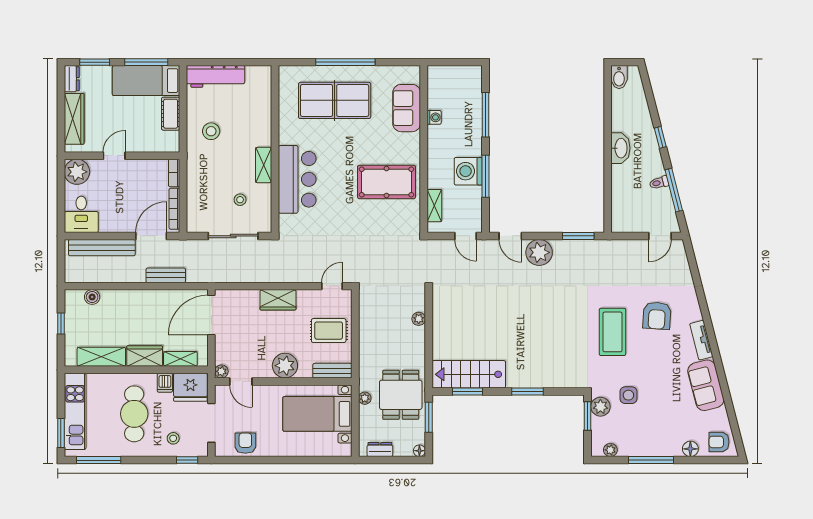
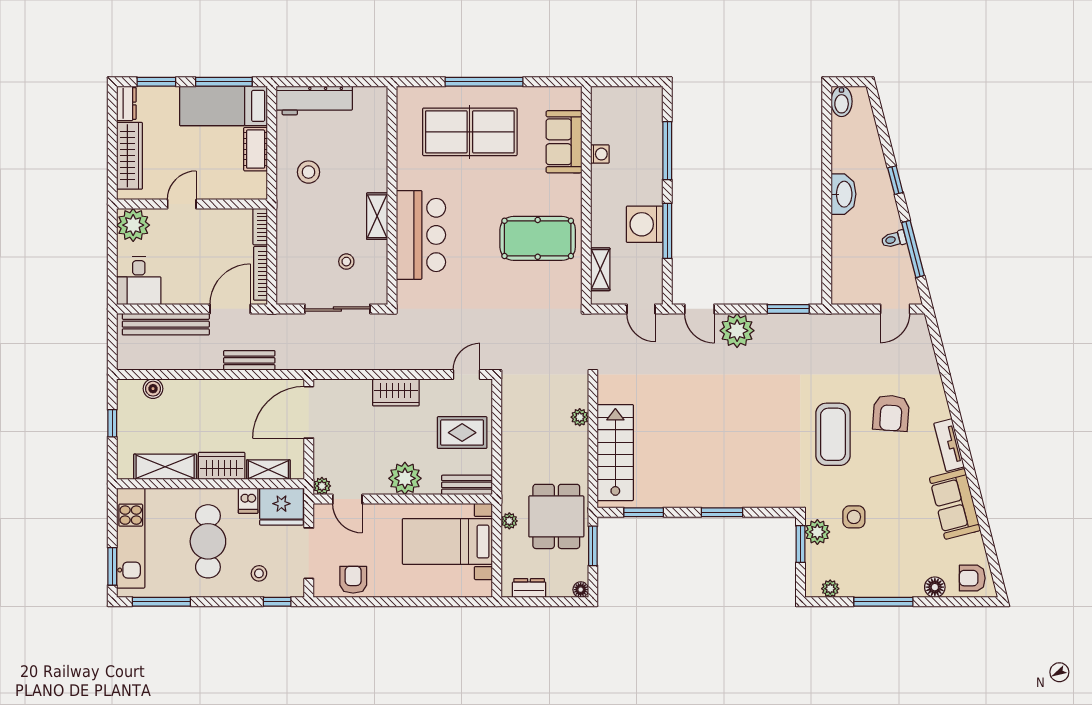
stairs: (469, 374) -> (615, 453), moved, turned 90

